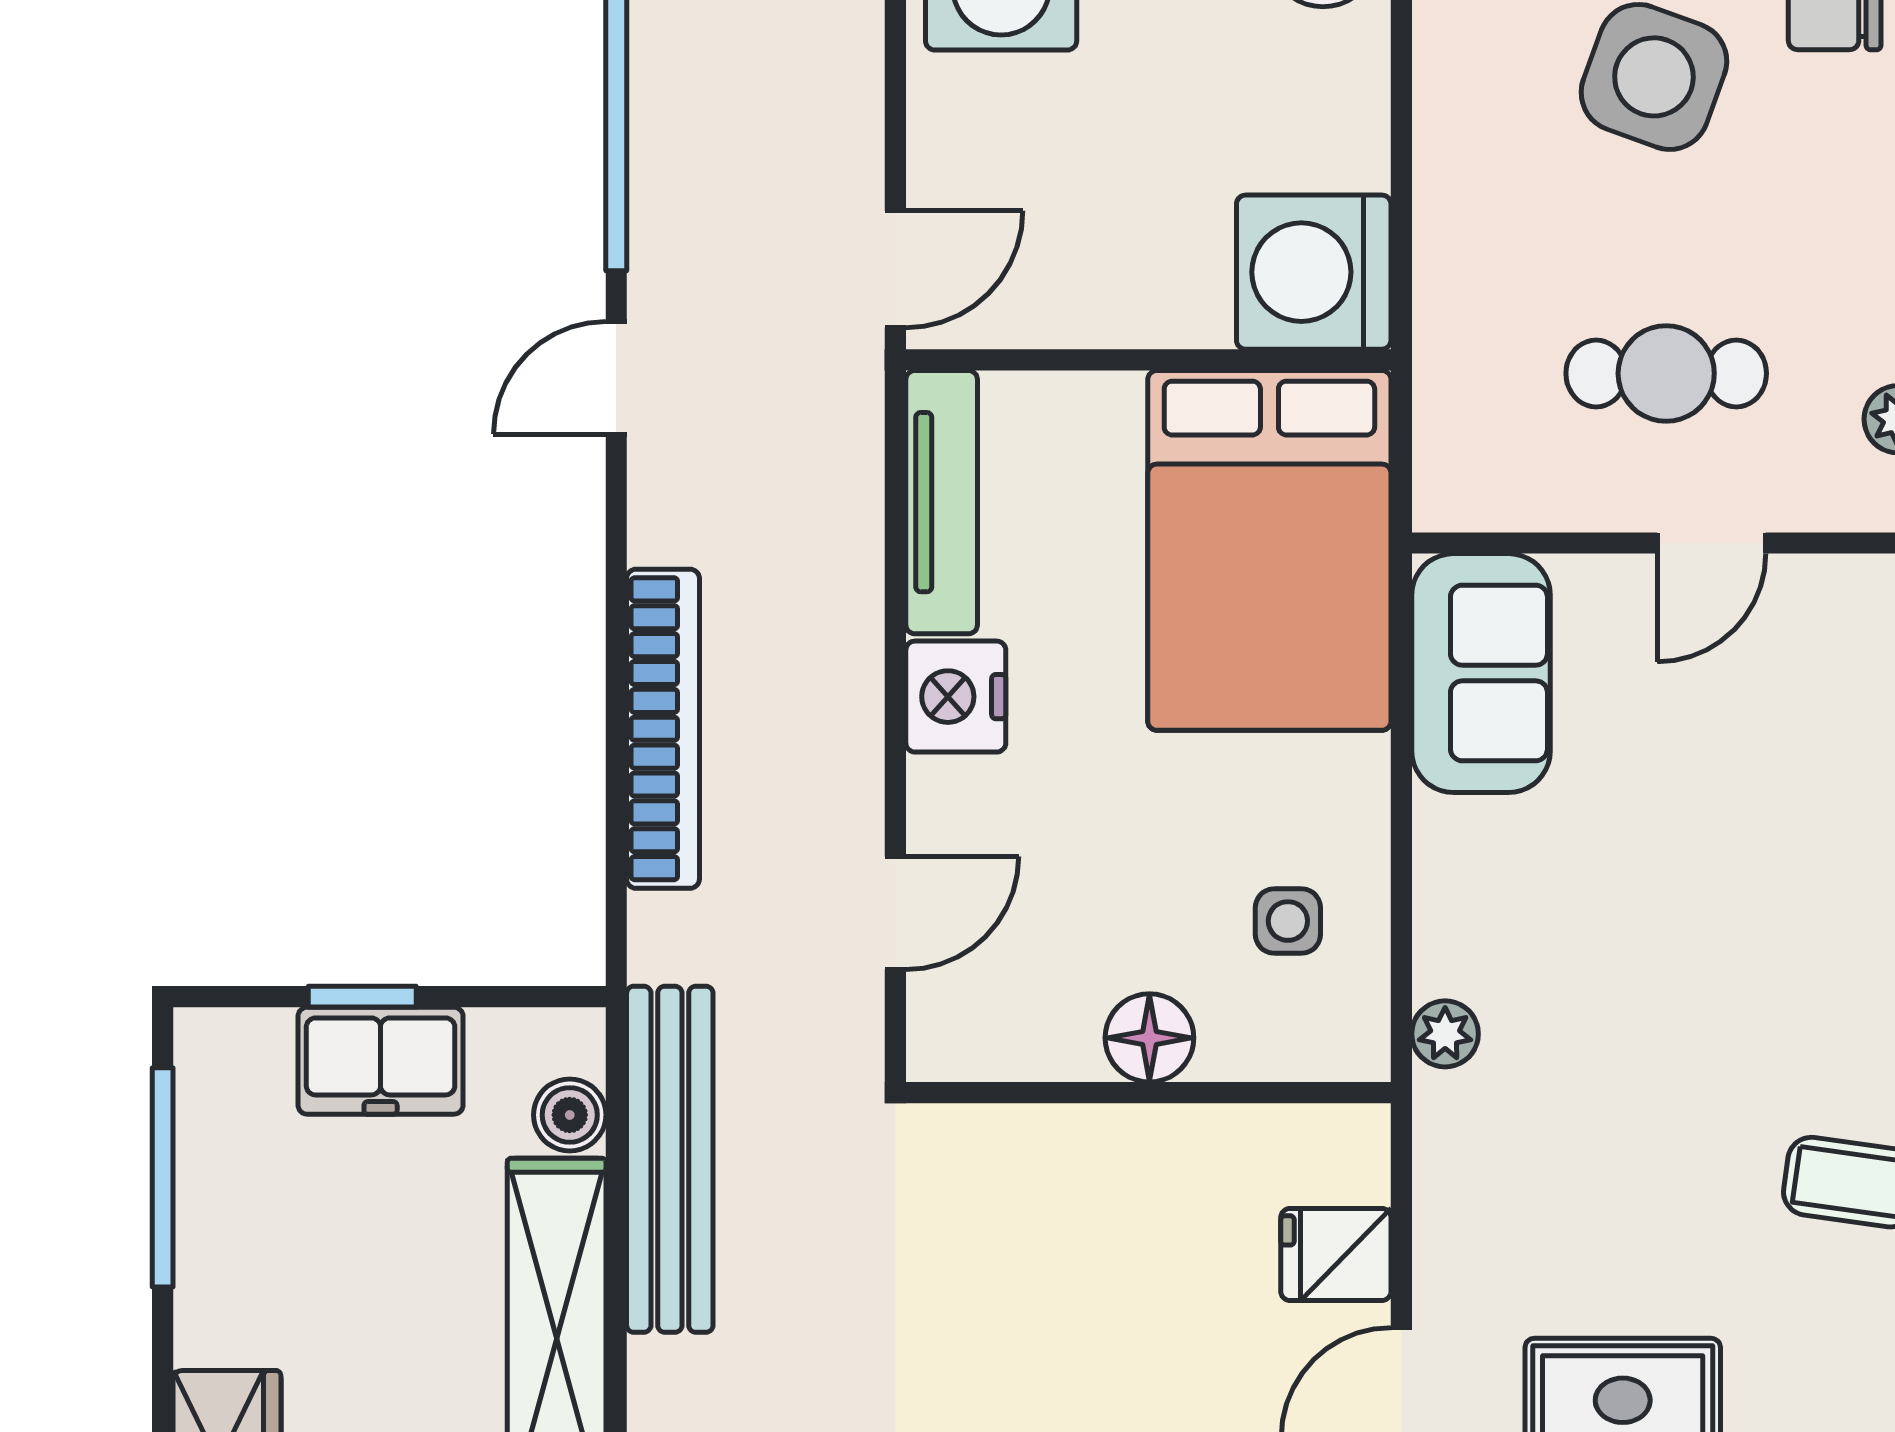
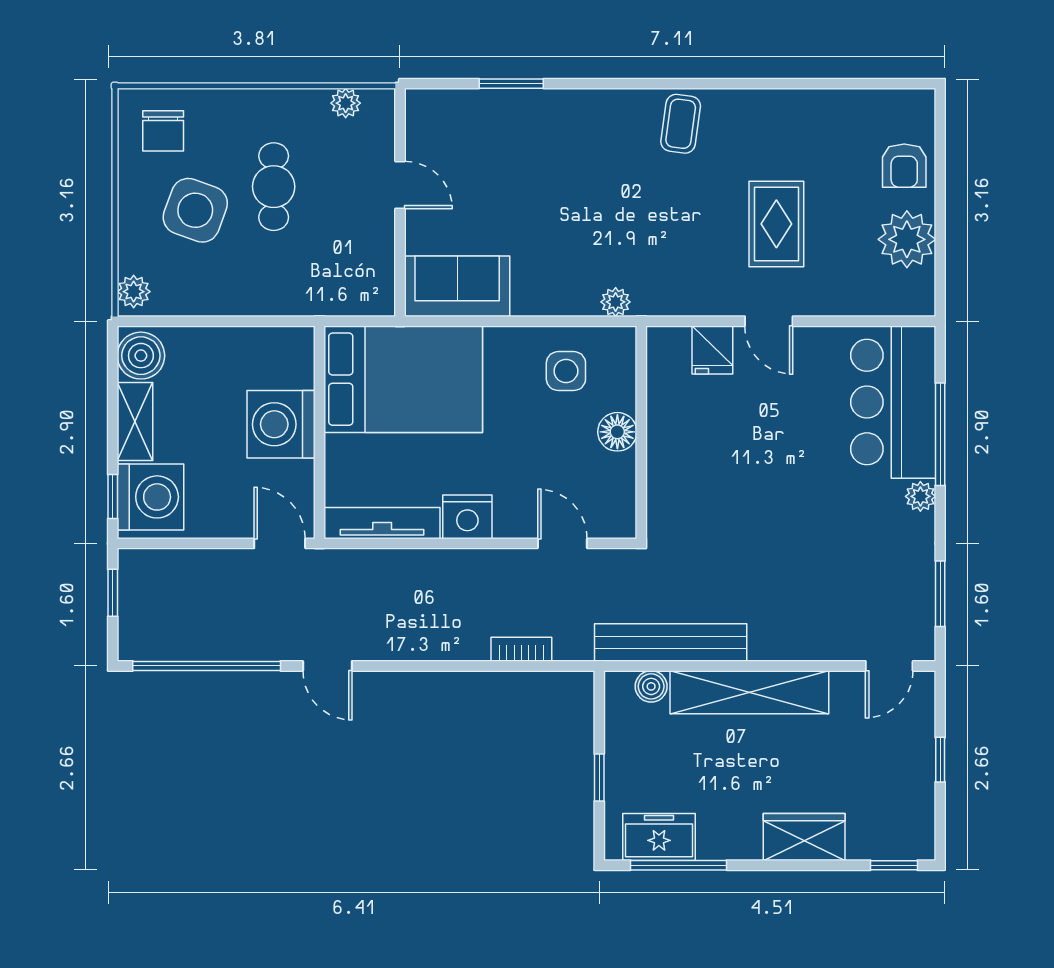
washing machine: (1314, 272) -> (281, 424), moved, turned 90
cafe table: (1666, 373) -> (274, 187), moved
bookcase: (663, 729) -> (521, 649), width x0.43, depth x0.76
side table: (1288, 921) -> (566, 371), width x1.37, depth x1.37
freezer: (381, 1061) -> (659, 837), moved, turned -90

